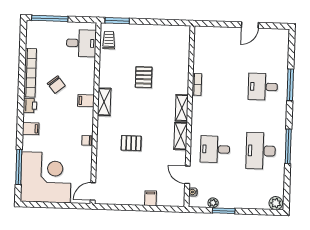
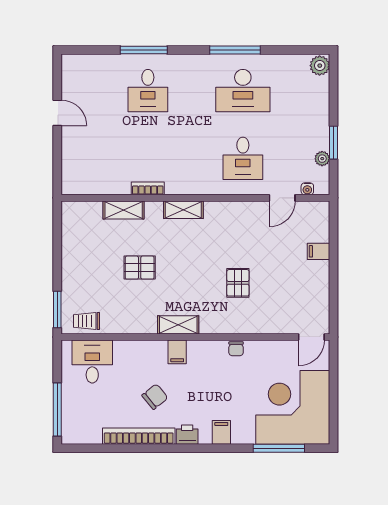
shelving: (181, 136) -> (124, 210), moved
door: (93, 191) -> (311, 337), hinge flipped

